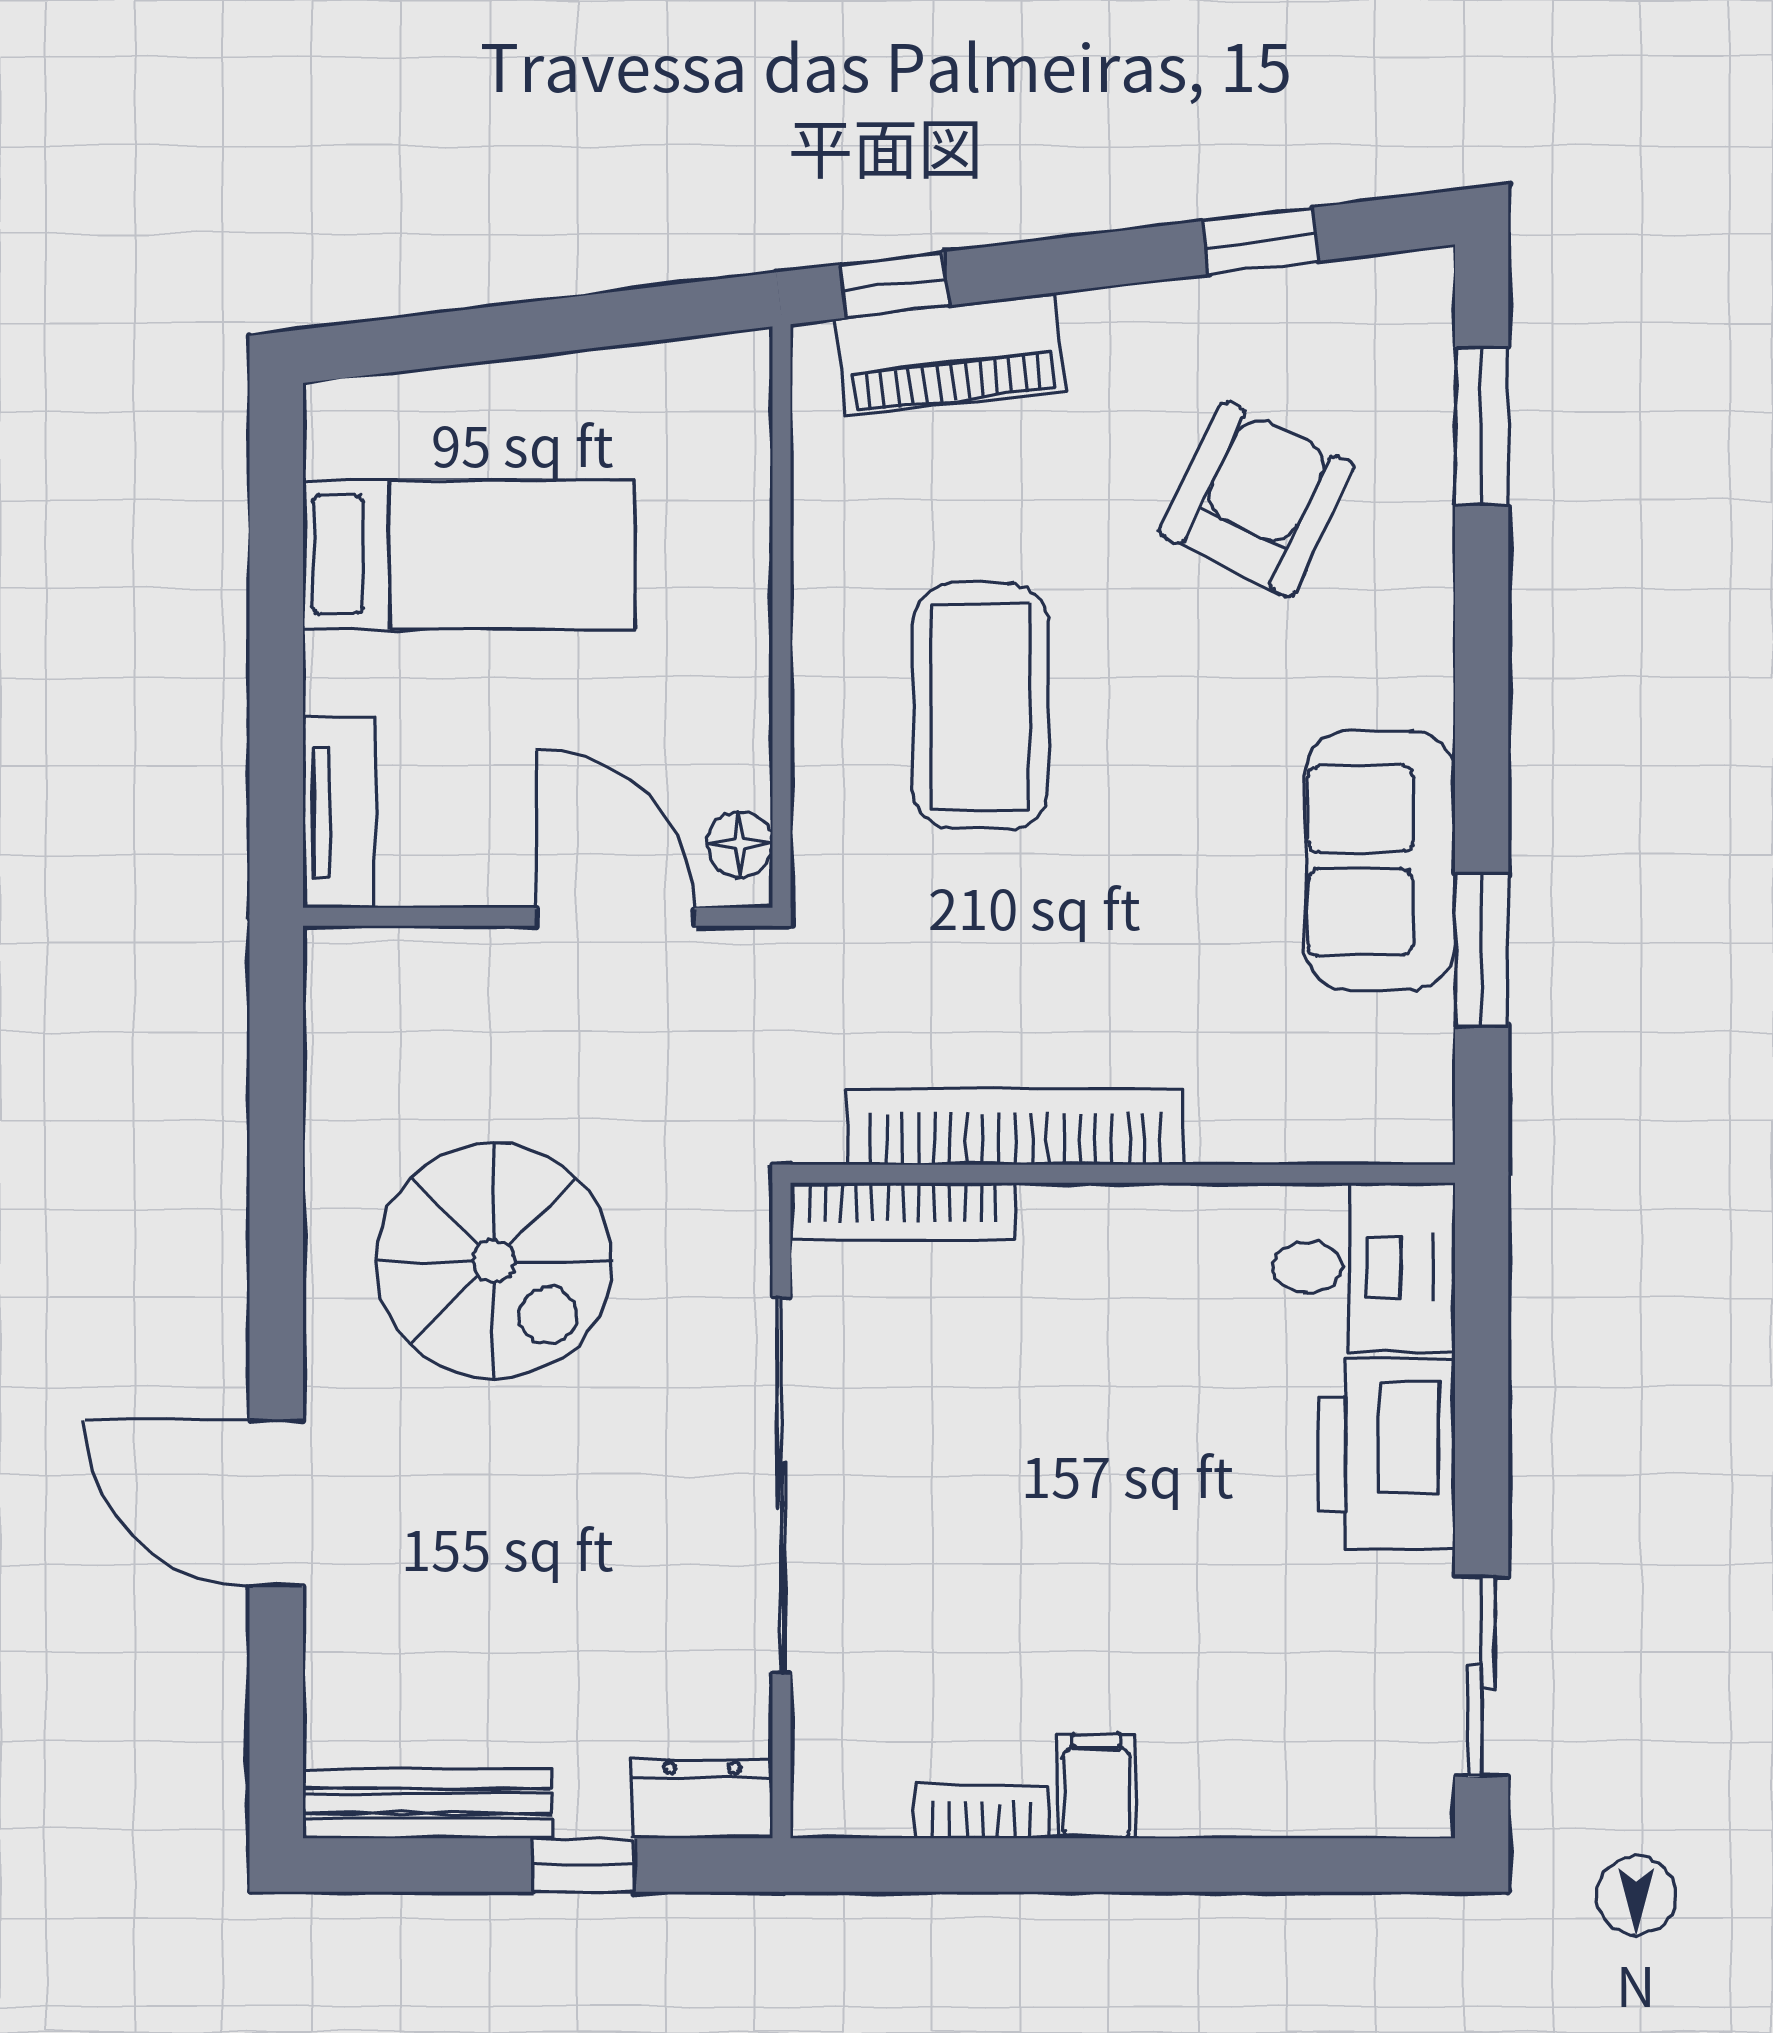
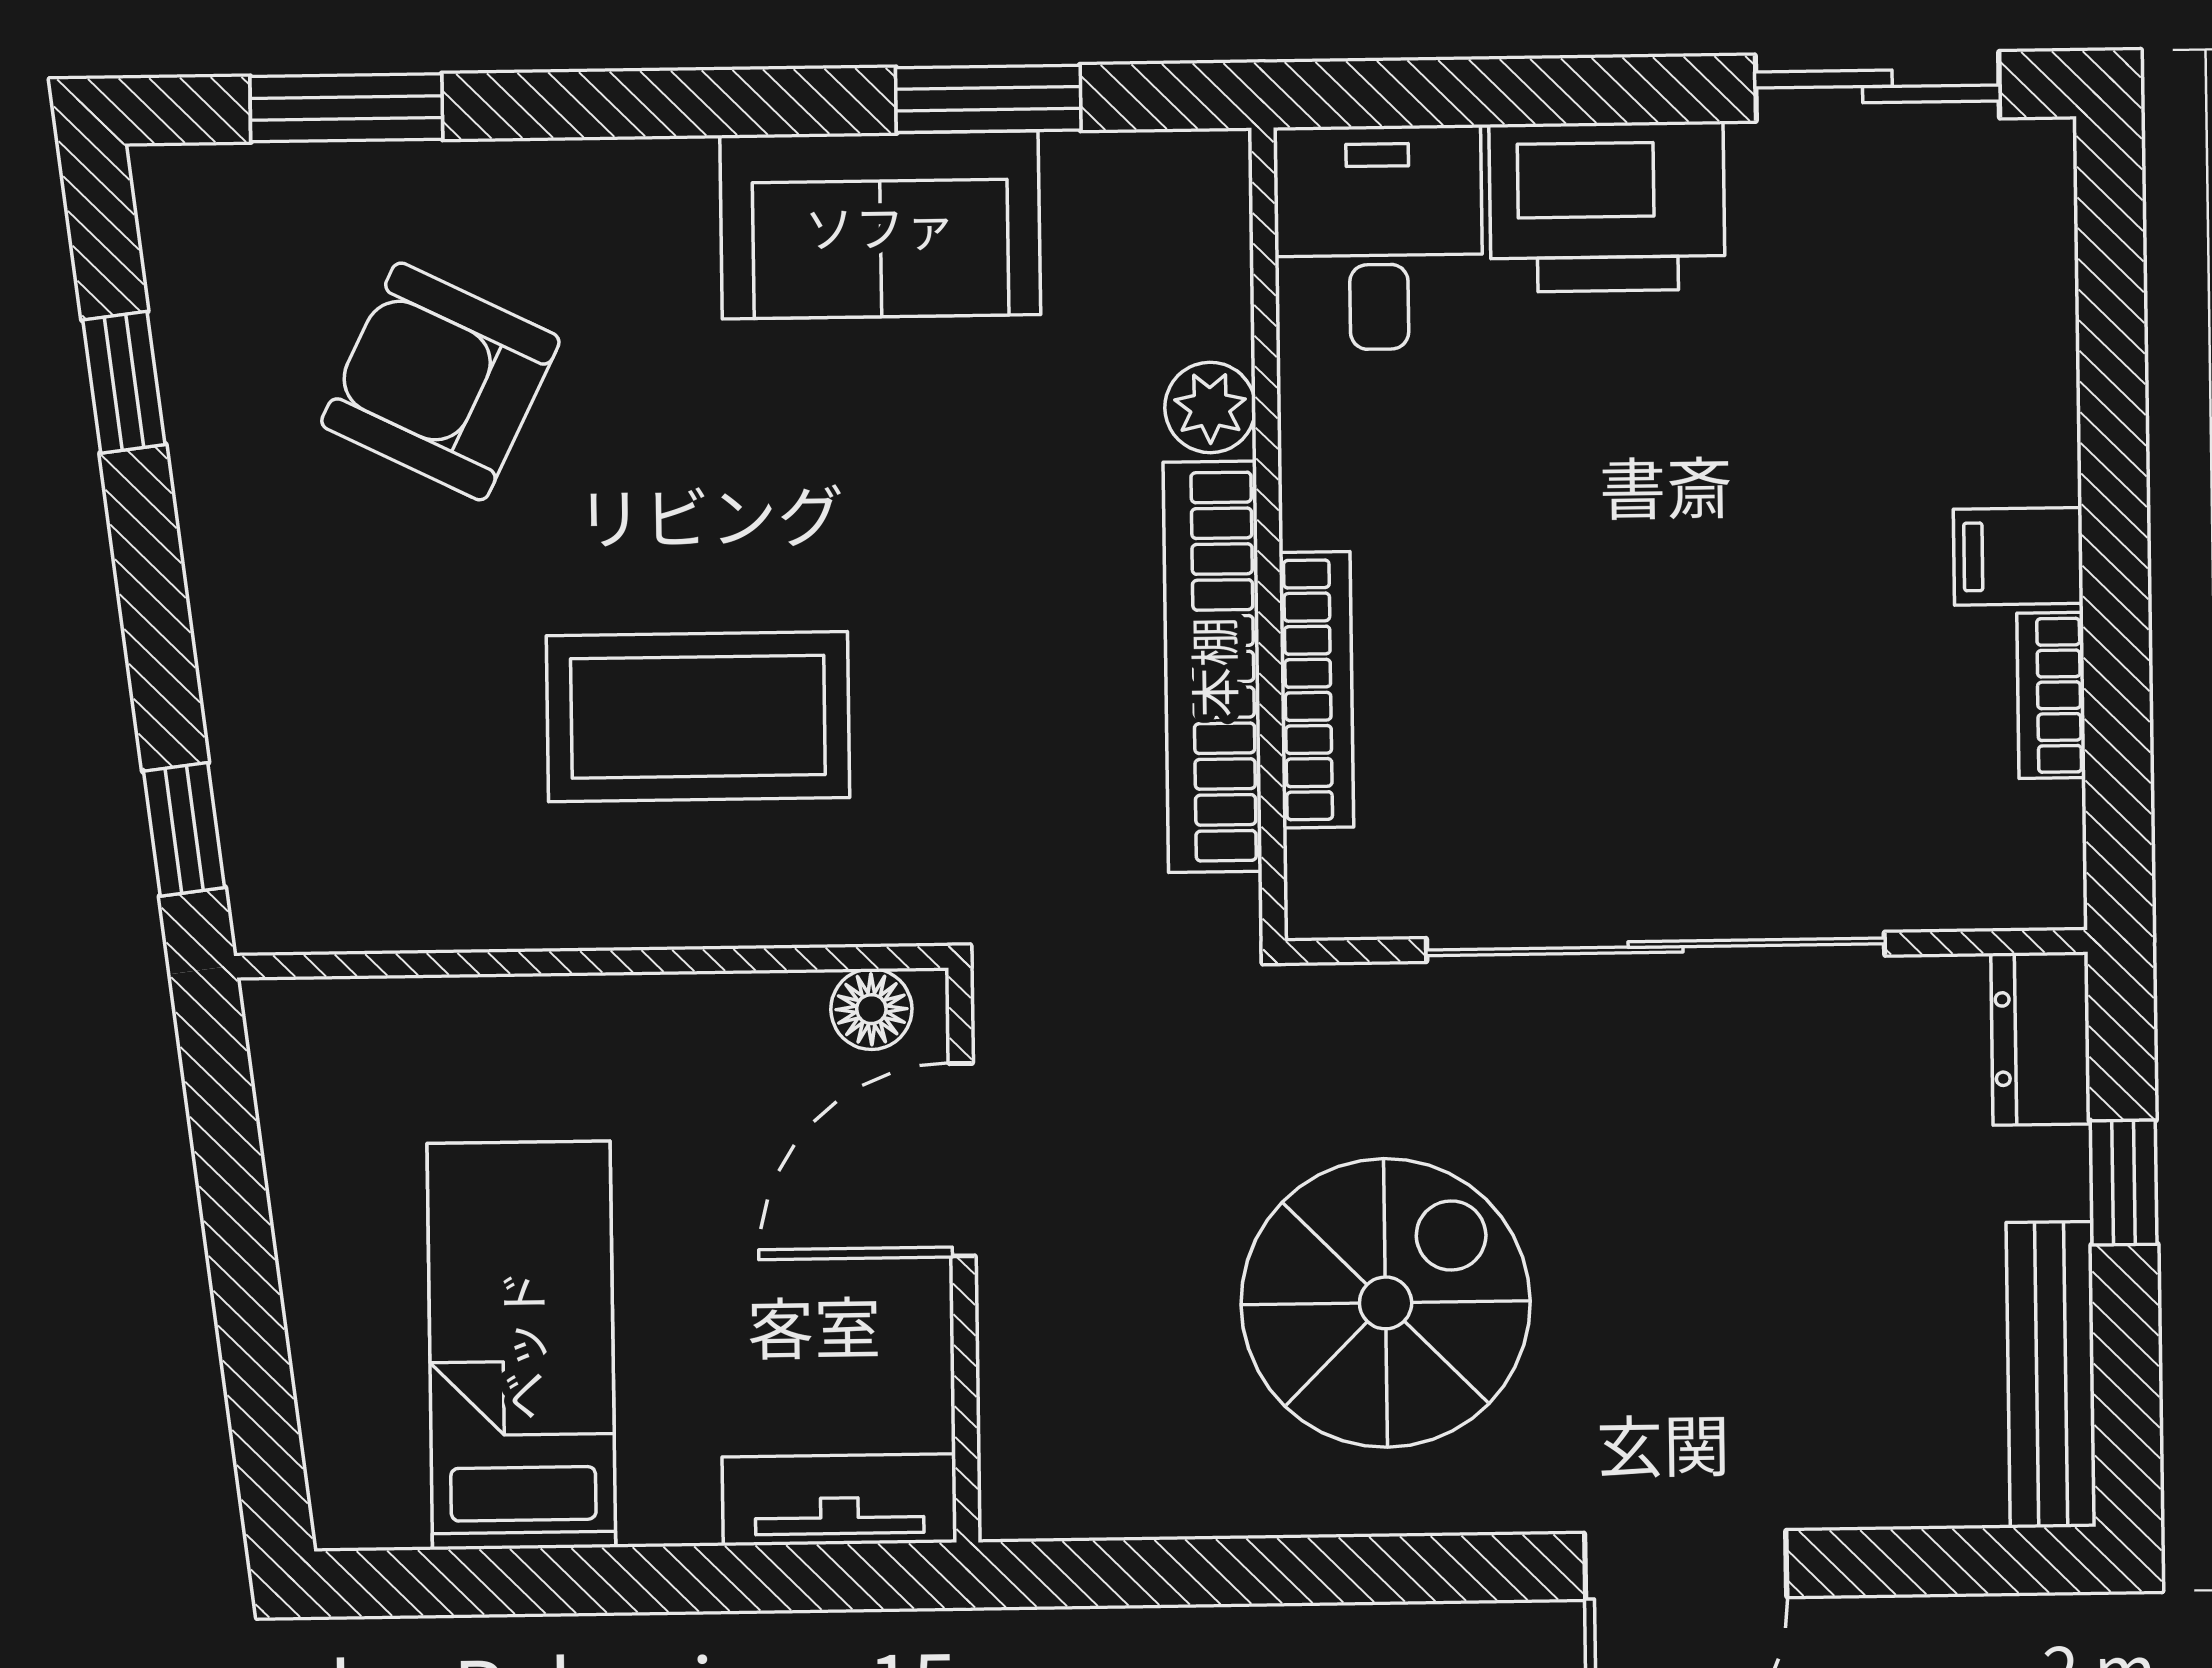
piano: (950, 355) -> (269, 760), removed
plant: (1227, 1128) -> (1210, 407), added
bookcase: (903, 1211) -> (1316, 690), moved

